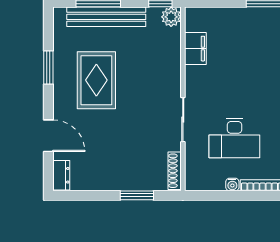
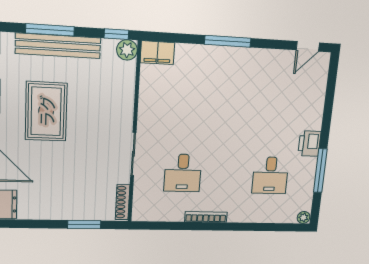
filing cabinet: (195, 49) -> (157, 53), moved, turned 90
desk: (234, 138) -> (183, 173), width x0.73
water cooler: (232, 184) -> (177, 216), removed

